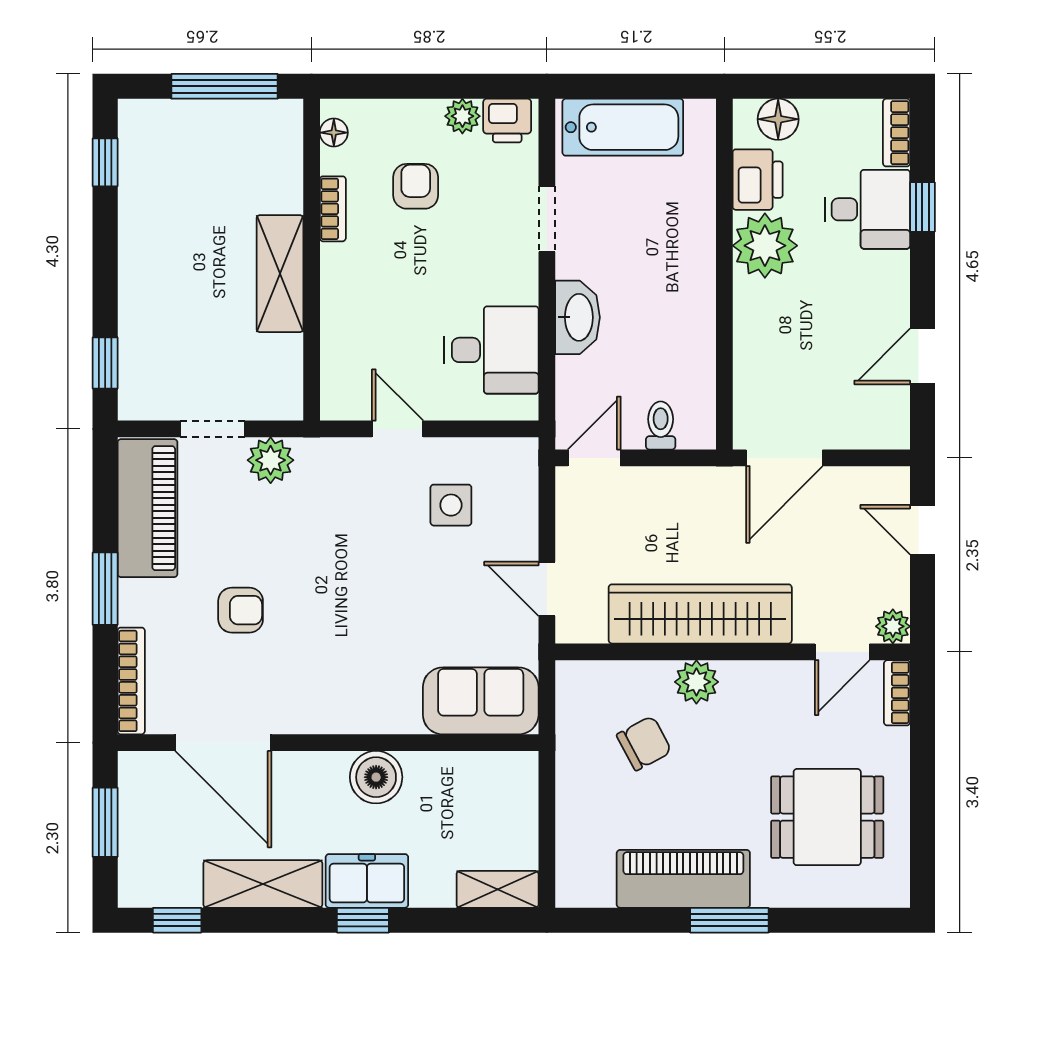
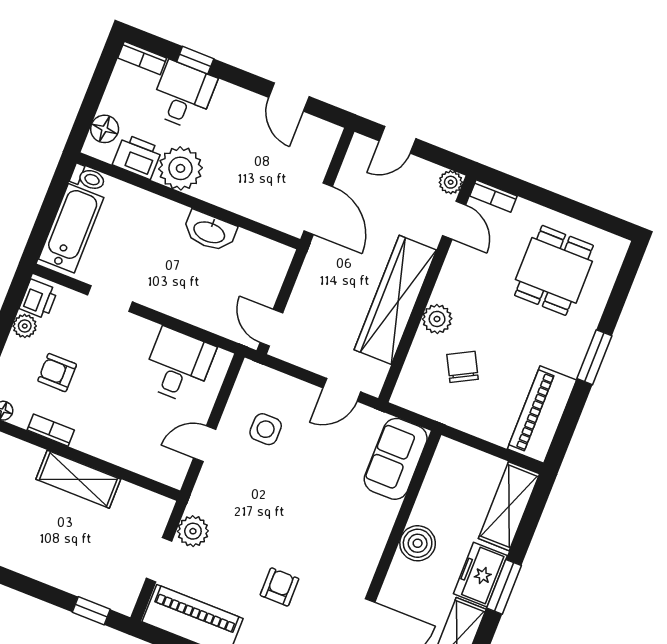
washbasin: (578, 317) -> (210, 231), moved, turned 180
toilet: (661, 425) -> (88, 178), moved, turned 180
piano: (683, 879) -> (542, 414), moved
shelving: (498, 889) -> (509, 506), width x1.50, depth x1.33
window: (363, 920) -> (504, 587), width x1.50

